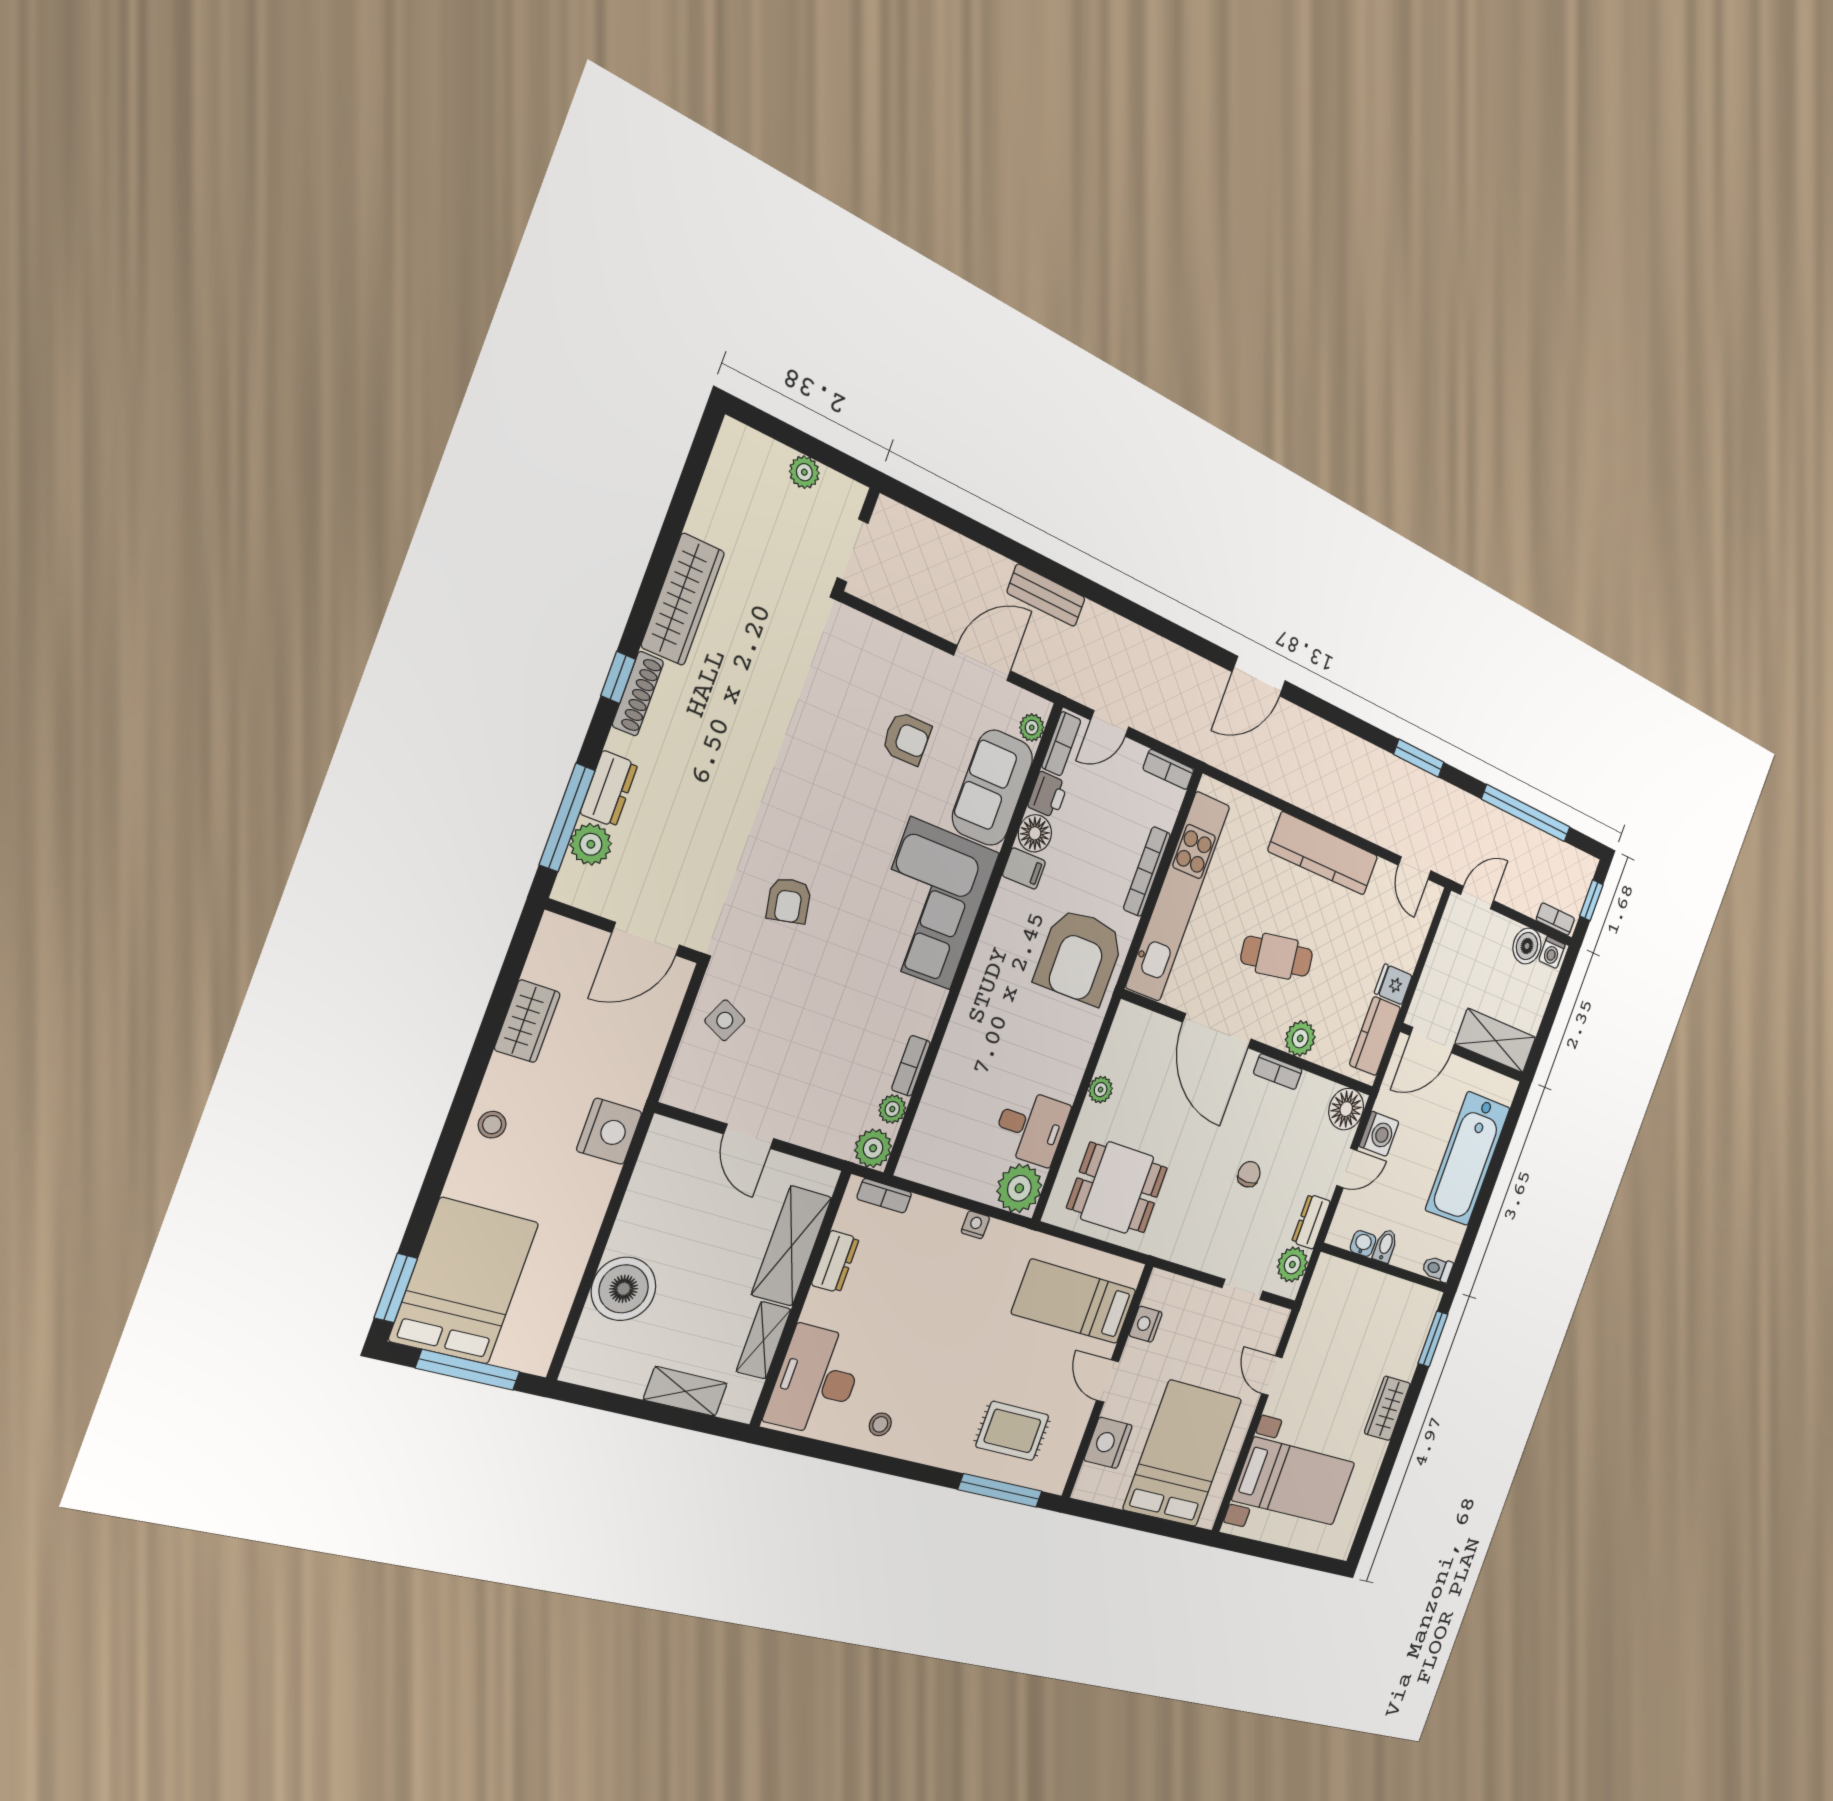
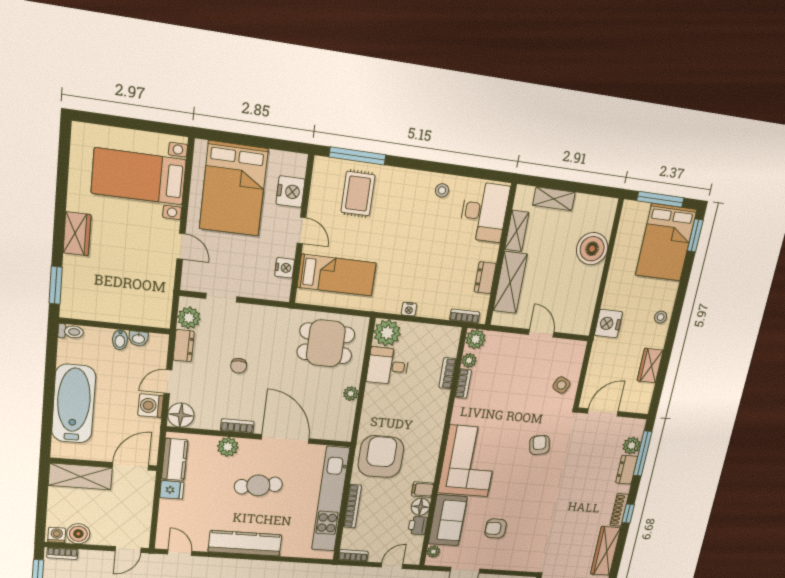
bookcase: (1061, 744) -> (447, 373), moved
rug: (1012, 1431) -> (358, 194), turned 90

